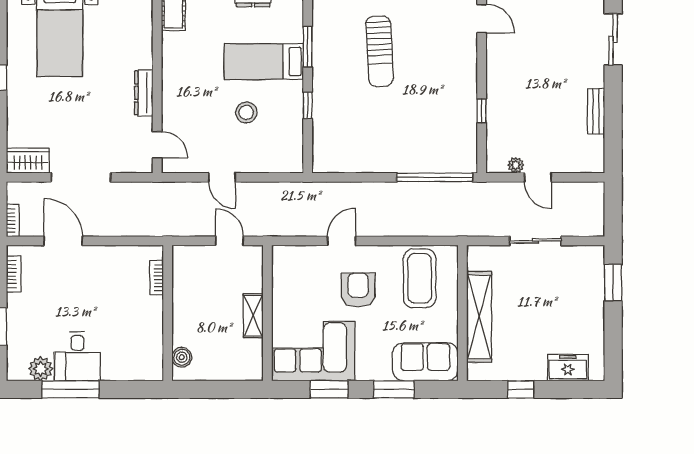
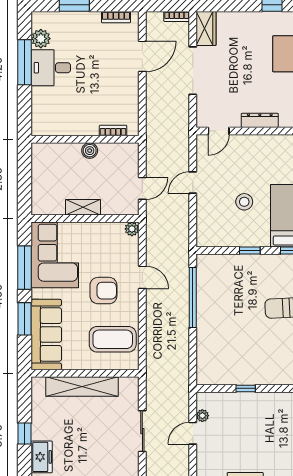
window: (435, 177) -> (193, 298), moved
bookcase: (13, 221) -> (177, 17), moved
plant: (281, 254) -> (132, 229), added
boiler: (182, 357) -> (90, 151), moved
sofa: (425, 362) -> (46, 334), width x1.36
window: (329, 389) -> (25, 268), width x1.44
window: (521, 389) -> (25, 433), moved

